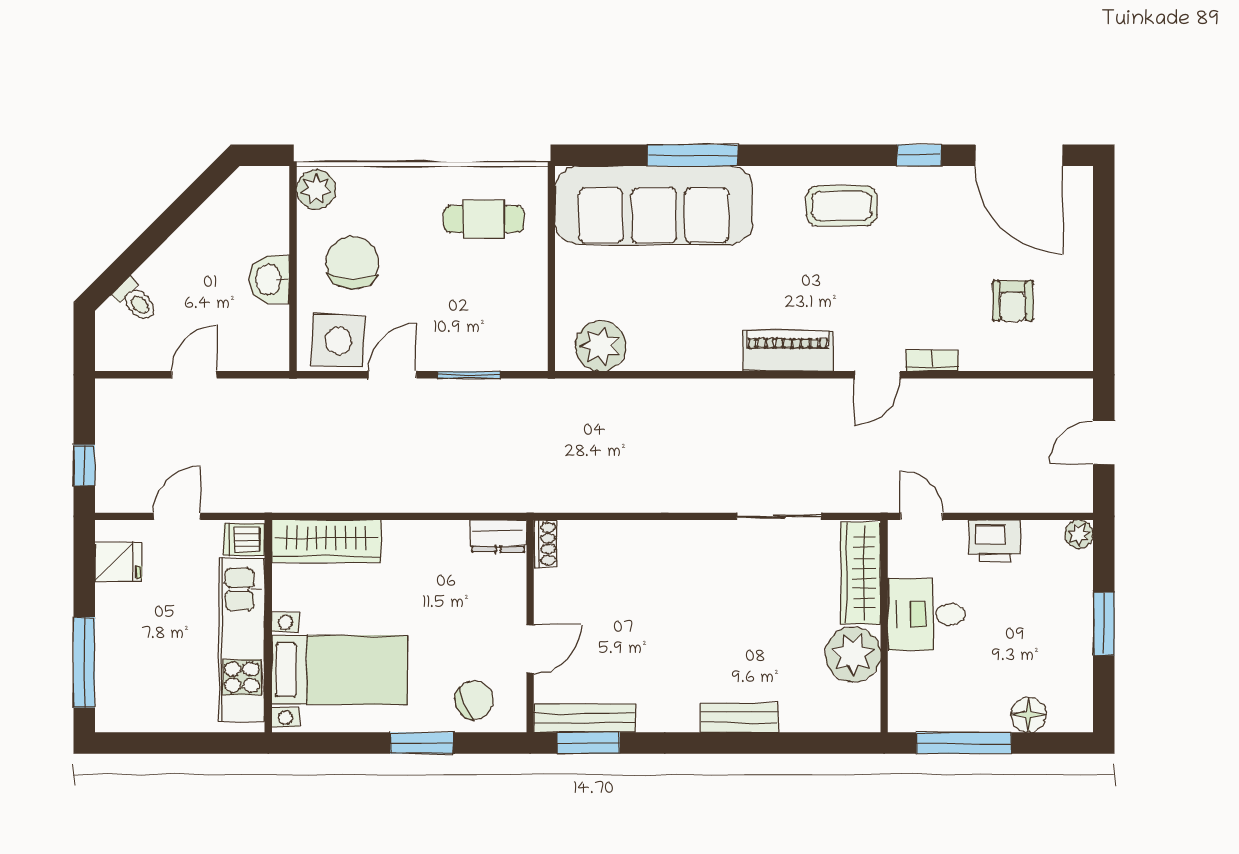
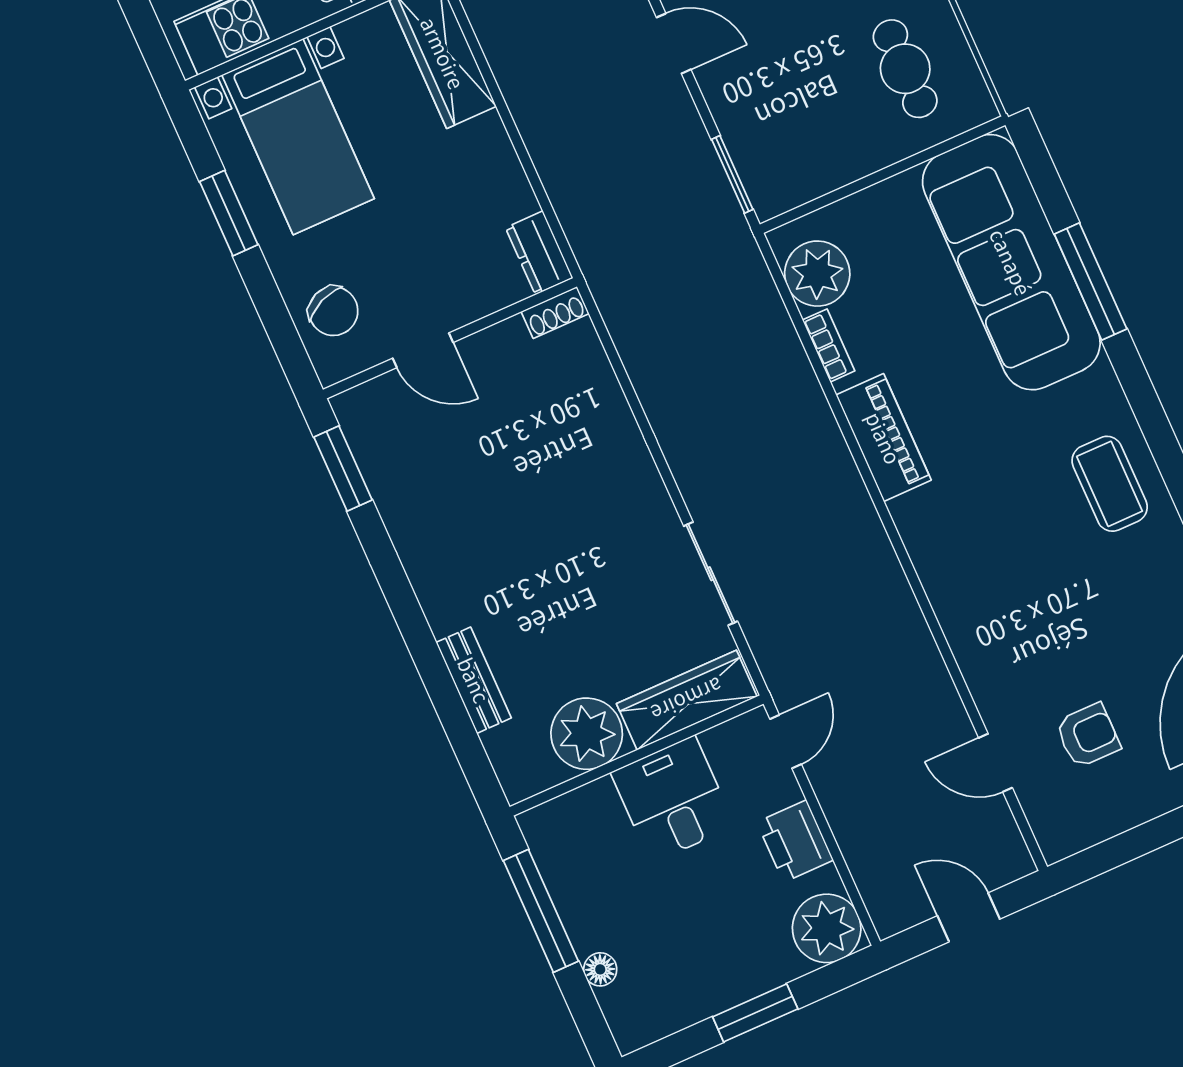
armchair: (1013, 301) -> (1088, 735), turned 180
piano: (788, 351) -> (884, 438), moved
bookcase: (932, 361) -> (829, 345), moved
window: (469, 375) -> (732, 174), moved
door: (877, 375) -> (995, 763), moved
plant: (1079, 534) -> (827, 928), width x1.87, depth x1.87
floor lamp: (1029, 715) -> (600, 969), width x0.73, depth x0.73
bench: (585, 718) -> (370, 451), removed
bench: (739, 718) -> (474, 680), moved
window: (422, 743) -> (229, 213), moved

